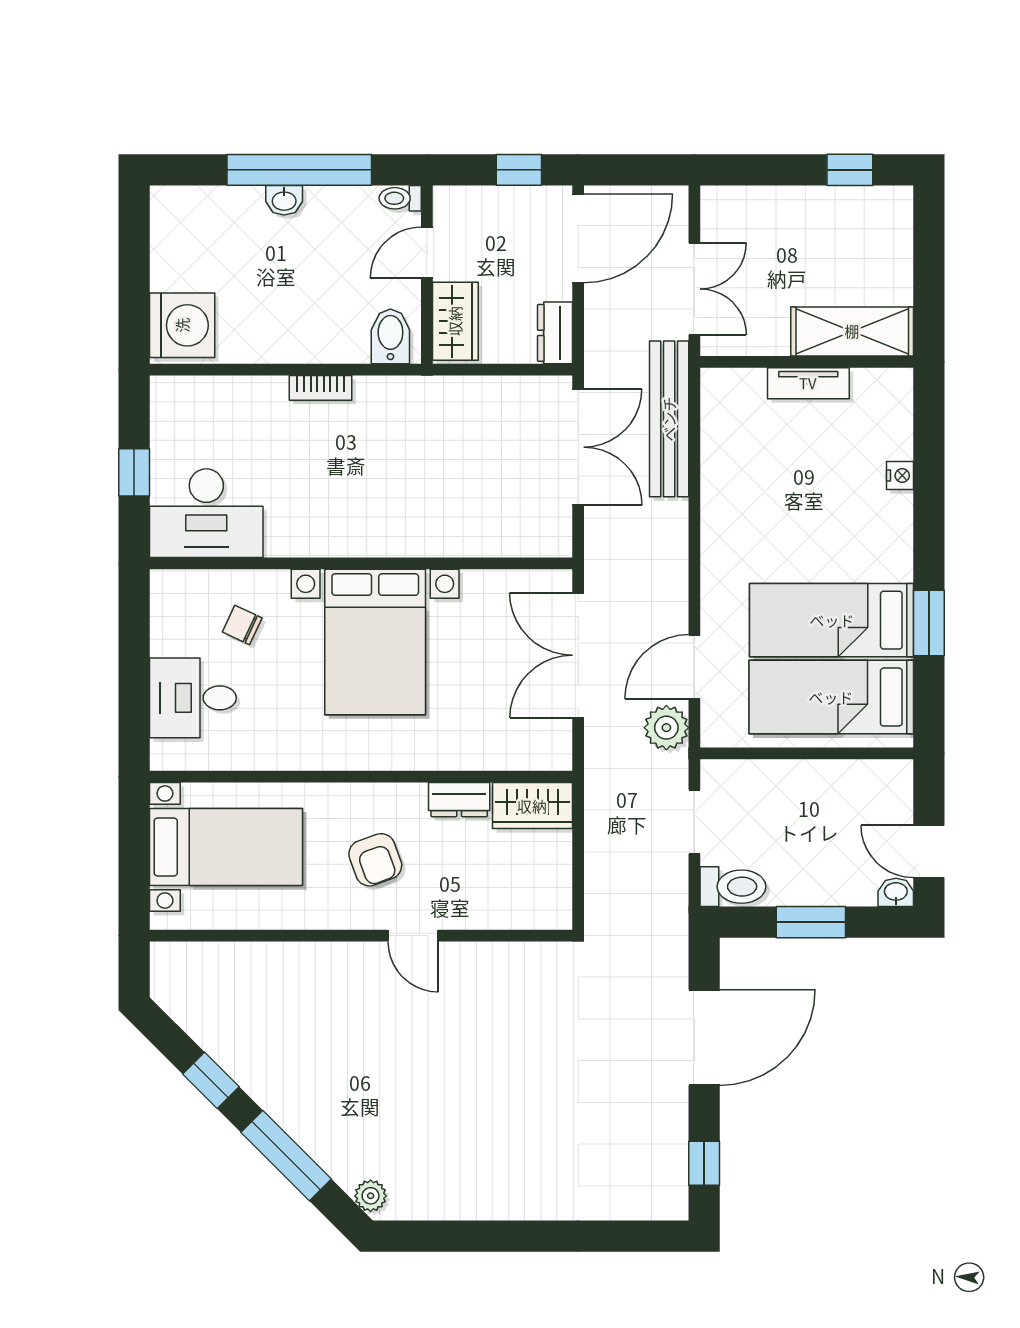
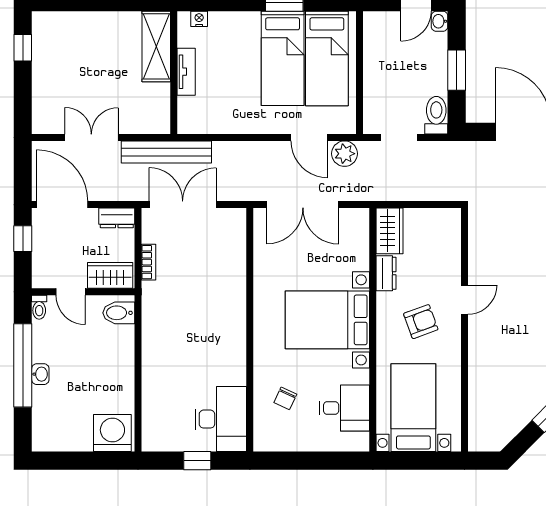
shelving: (852, 331) -> (156, 46), moved
wall: (807, 362) -> (174, 73), moved
tv unit: (808, 383) -> (186, 72), moved
bookcase: (321, 388) -> (149, 262), moved
bed with nightstands: (375, 642) -> (327, 320), moved, turned 180
desk: (193, 698) -> (345, 408), moved, turned -90

